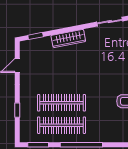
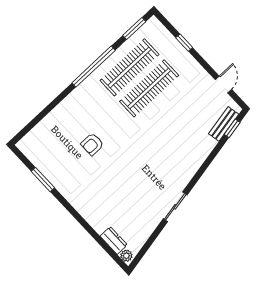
wardrobe: (68, 38) -> (199, 155), removed
bench: (38, 43) -> (224, 124), added

